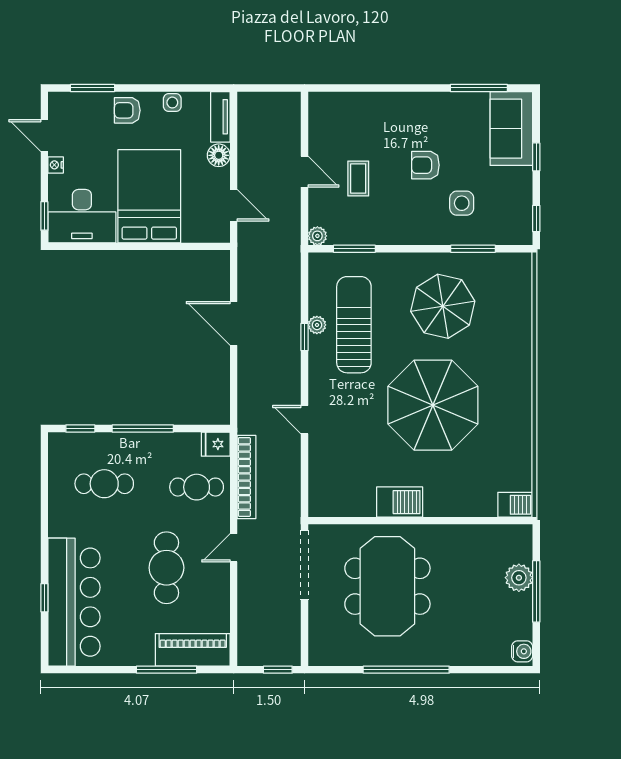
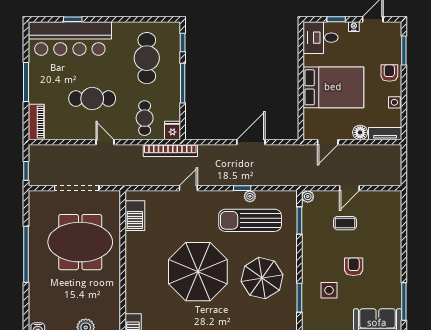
window: (44, 216) -> (336, 19), moved
desk: (82, 216) -> (321, 38), width x0.73
sun lounger: (354, 325) -> (250, 220), turned 180
bookcase: (247, 477) -> (170, 151), moved
cafe table: (104, 484) -> (147, 58), width x1.37, depth x1.35
barbecue: (400, 502) -> (135, 216), moved
doorway: (305, 565) -> (77, 188), moved
piano: (193, 650) -> (36, 122), width x0.73, depth x0.75
window: (167, 670) -> (26, 82), moved

